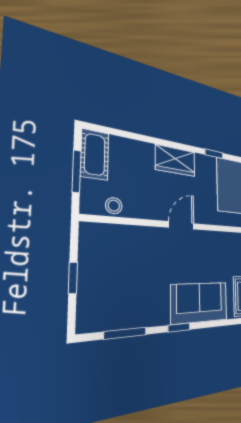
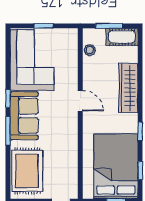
wardrobe: (176, 161) -> (128, 88), width x1.50
corner sofa: (127, 295) -> (32, 60), added
window: (125, 333) -> (8, 131), moved

